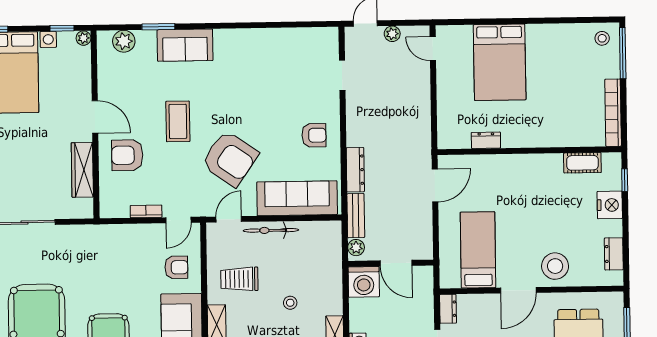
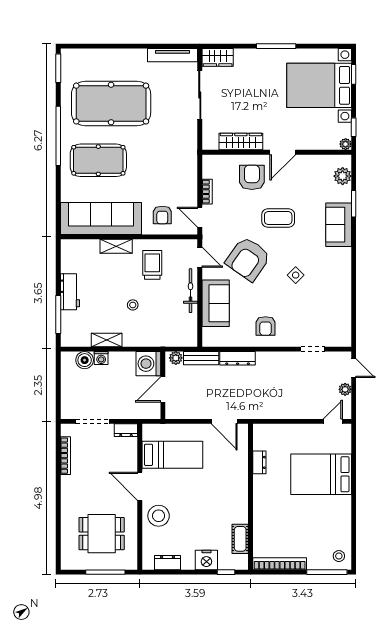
side table: (249, 98) -> (296, 275), added
sofa: (297, 198) -> (216, 303), width x0.73

